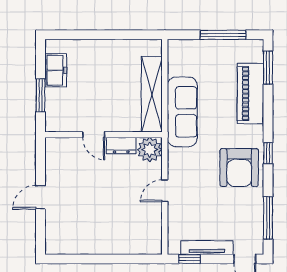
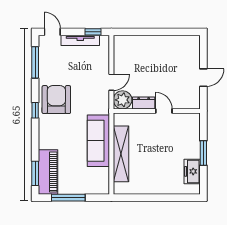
piano: (250, 94) -> (48, 172), moved
door: (94, 135) -> (164, 111), moved
wall: (103, 135) -> (157, 111), moved
dresser: (121, 146) -> (144, 103), moved
plant: (150, 150) -> (123, 100), moved

